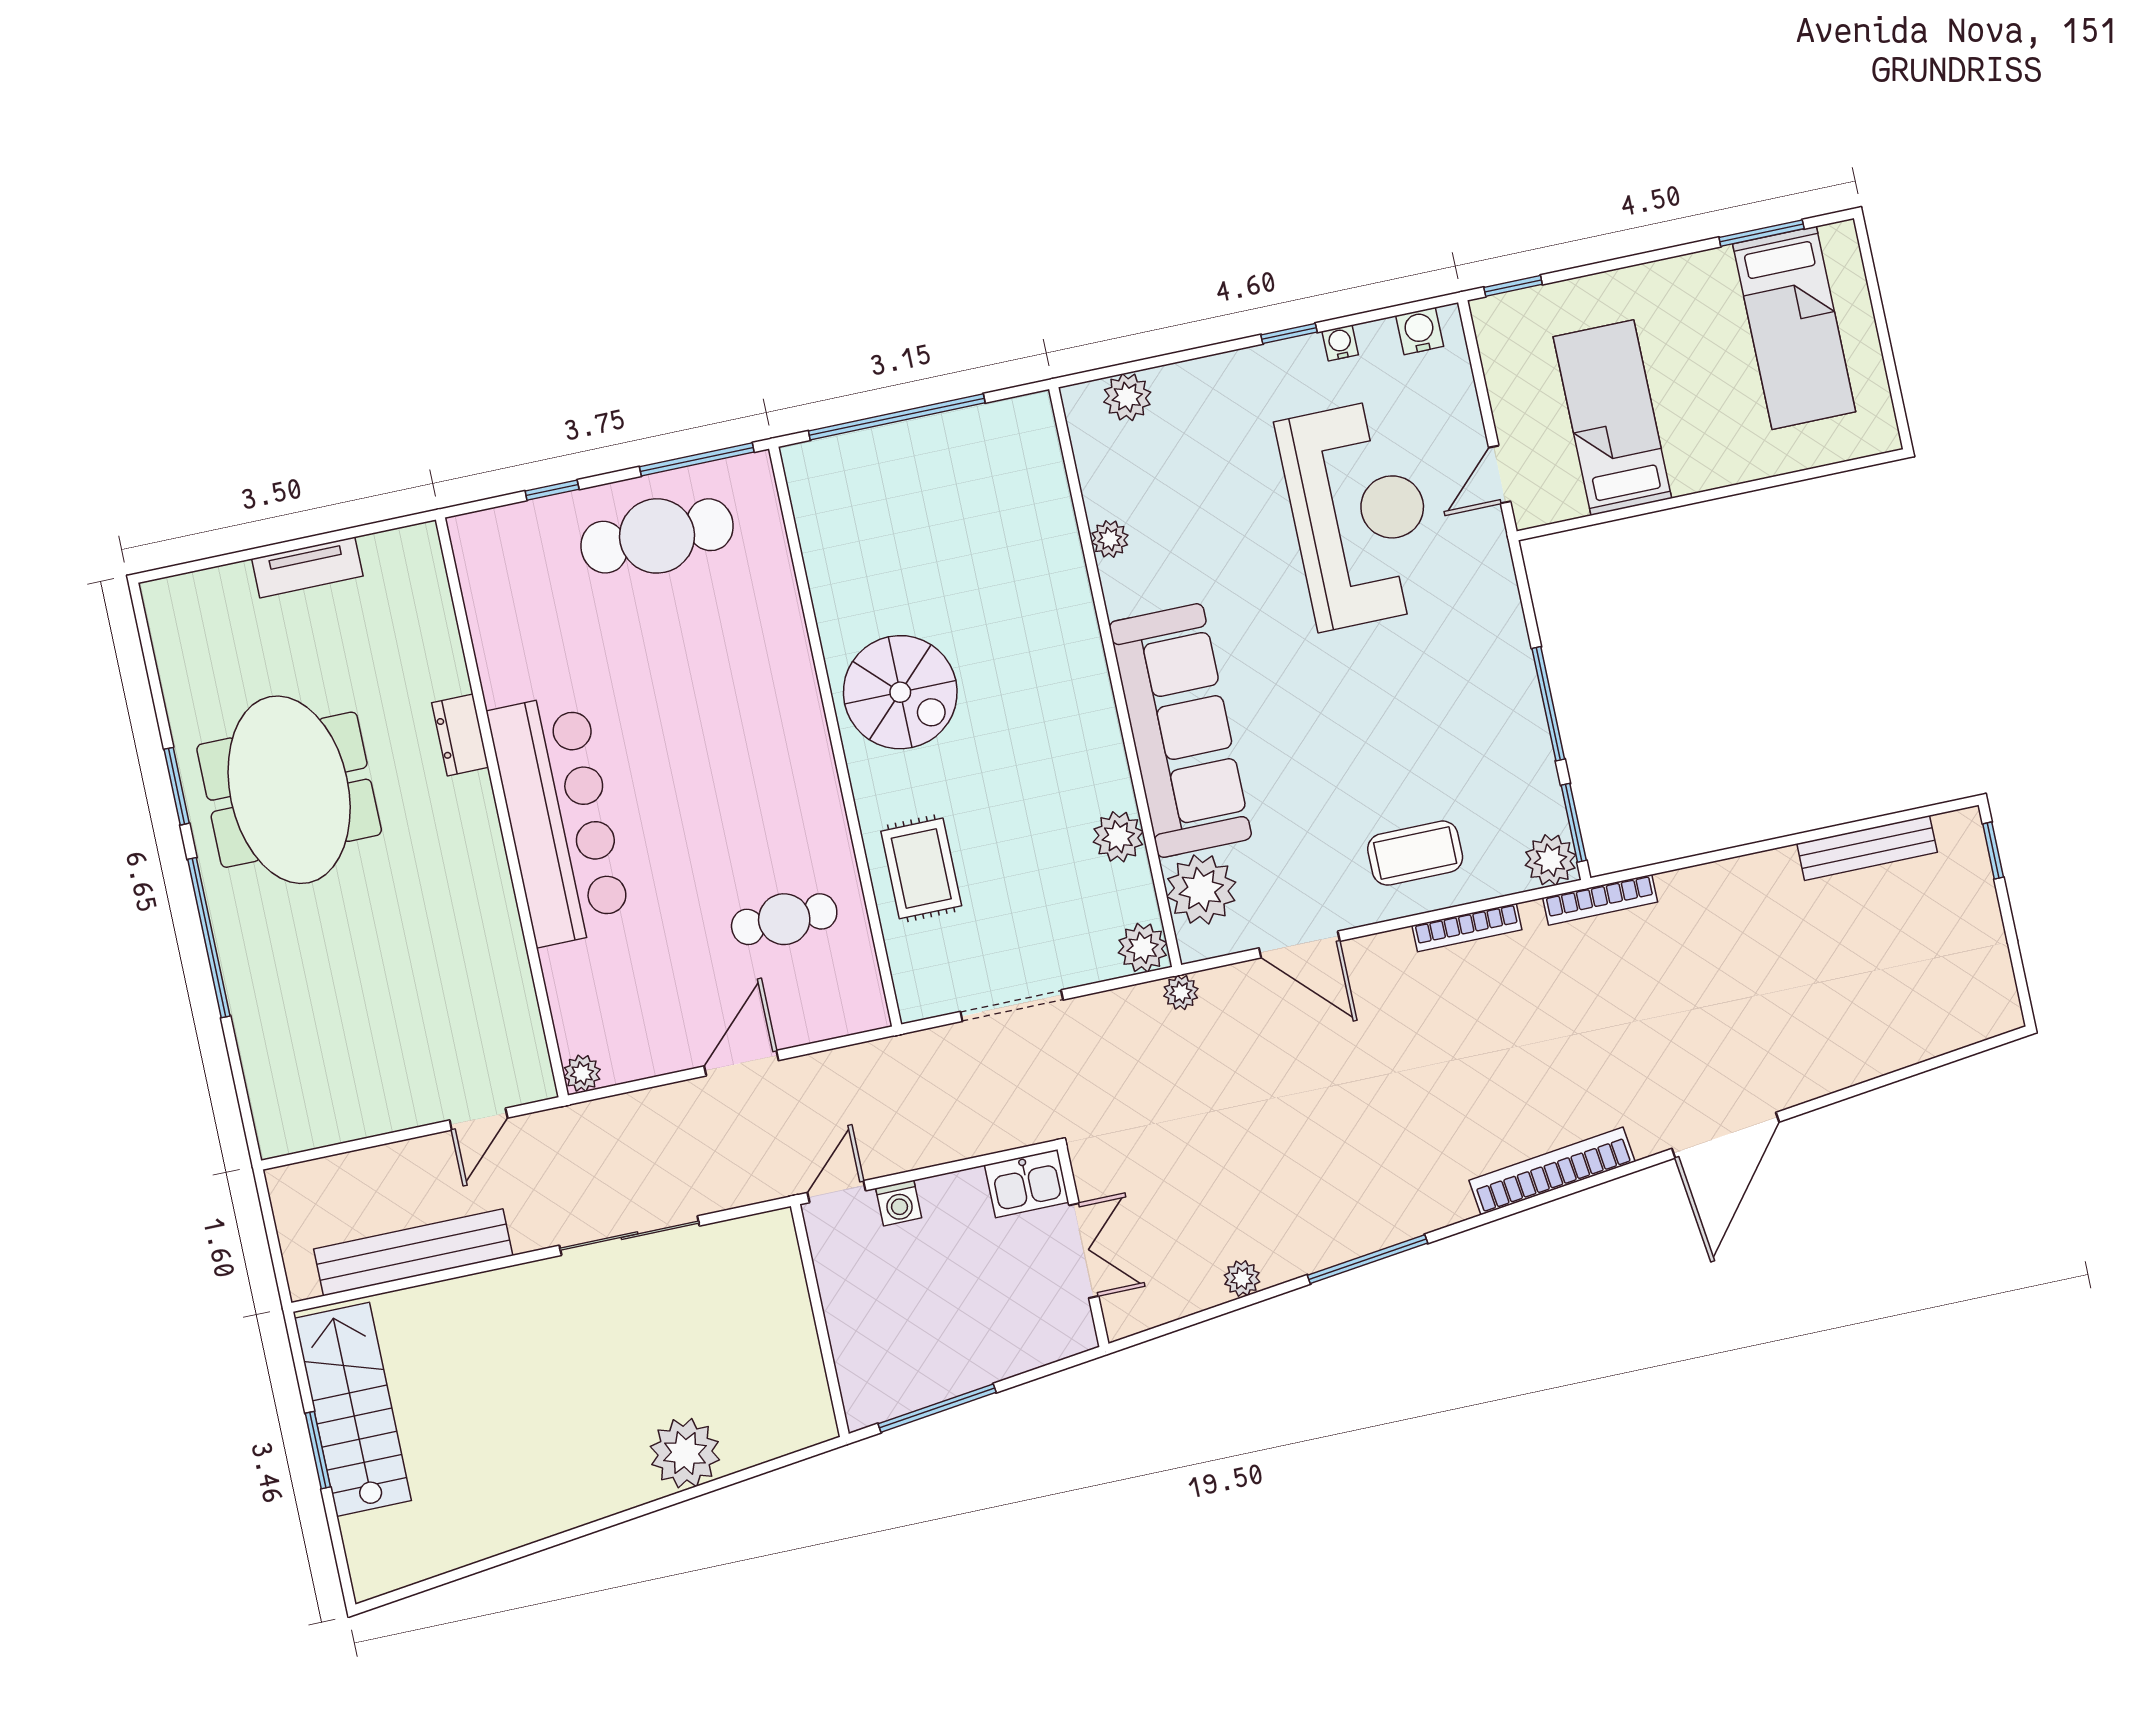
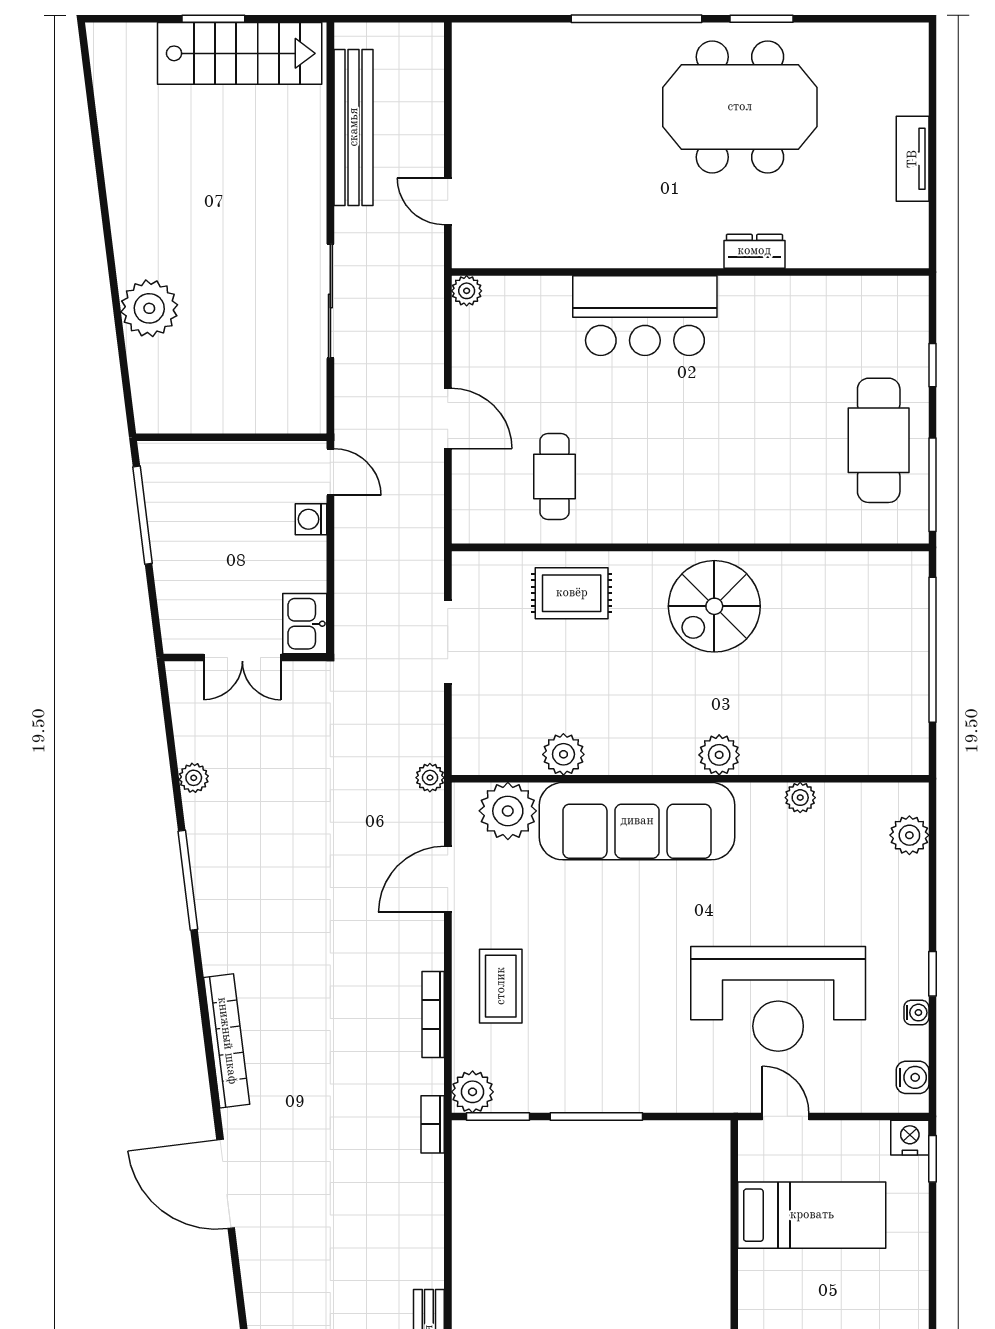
nightstand: (1493, 319) -> (910, 1138), added
bar counter: (560, 819) -> (645, 316), width x0.73
bookcase: (1600, 900) -> (433, 1124), width x0.64
plant: (1143, 948) -> (719, 755), moved

